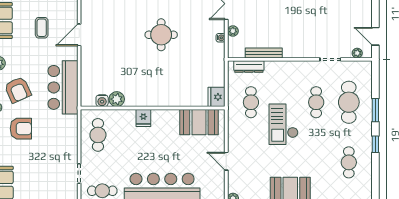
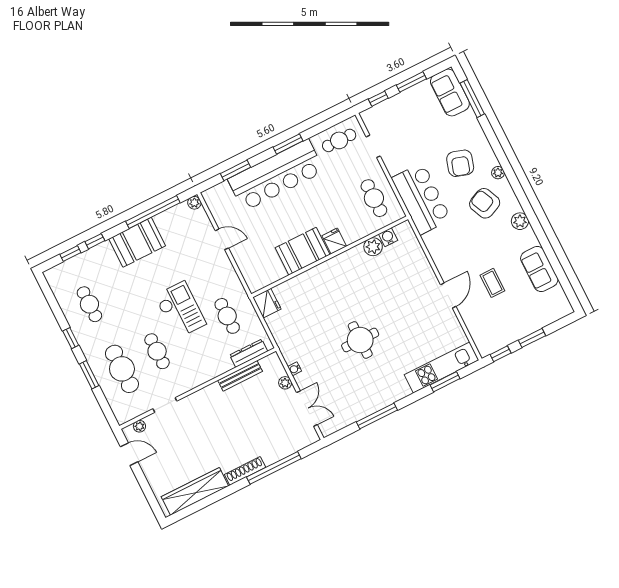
bar counter: (63, 87) -> (421, 199), moved
booth: (199, 122) -> (303, 251), moved
armchair: (21, 129) -> (460, 163), turned -73

